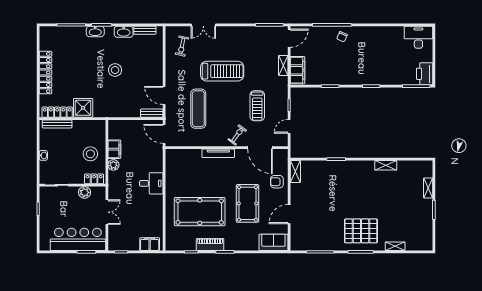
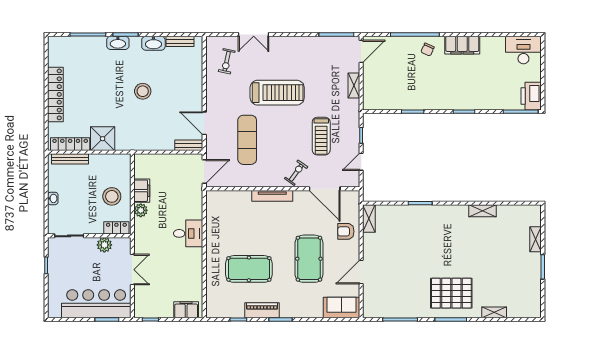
filing cabinet: (297, 70) -> (462, 45), moved, turned 90
door: (164, 134) -> (204, 171), swing flipped
pool table: (200, 212) -> (249, 269), width x0.73, depth x0.76

